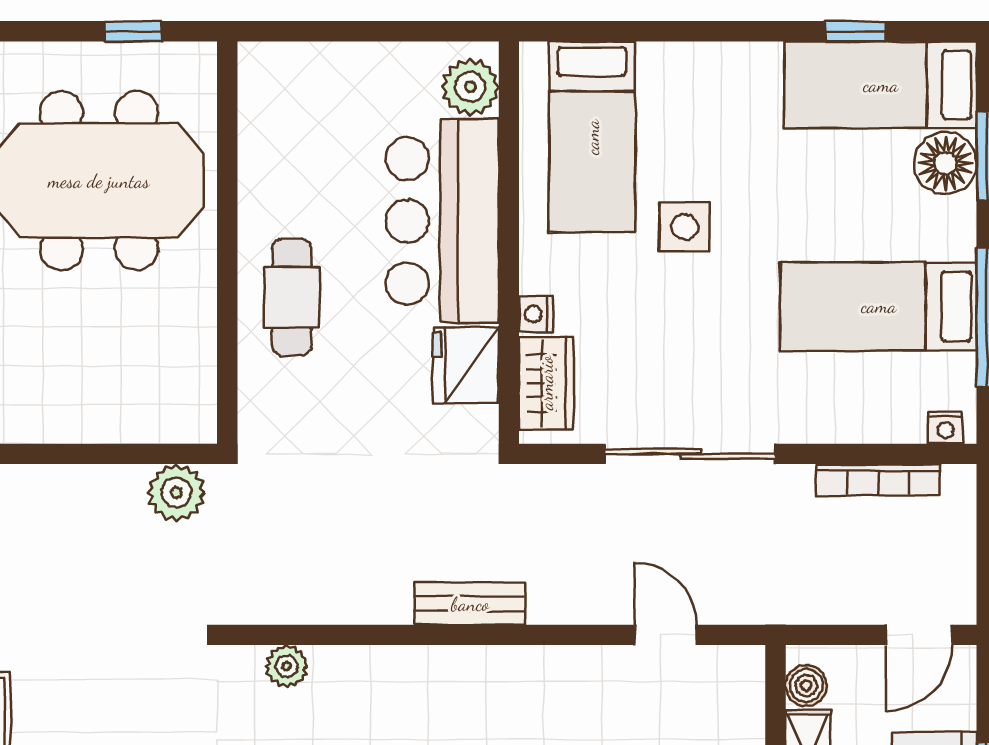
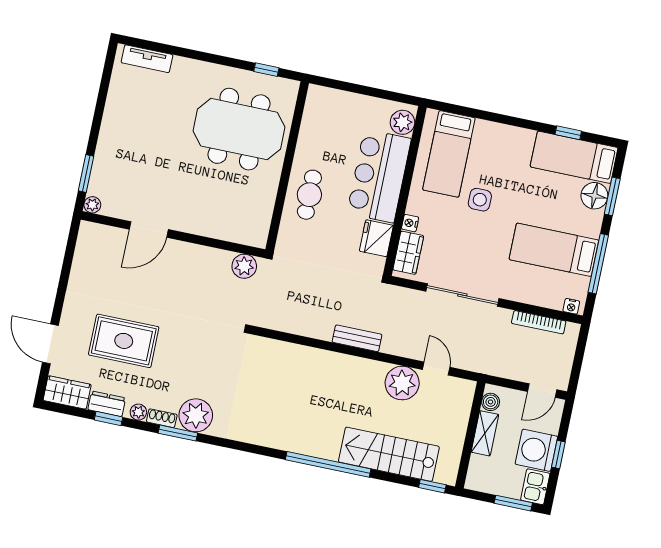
plant: (287, 666) -> (402, 383), moved, width x1.88, depth x1.88

